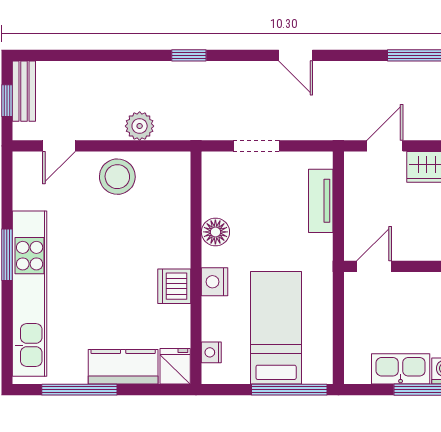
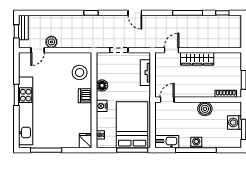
plant: (140, 126) -> (51, 42), moved
stool: (117, 177) -> (80, 72), moved
dishwasher: (174, 286) -> (85, 96), moved
bed: (276, 328) -> (132, 125), width x1.50
kitchen counter: (123, 367) -> (64, 141), removed
kitchen sink: (401, 369) -> (167, 142), moved

